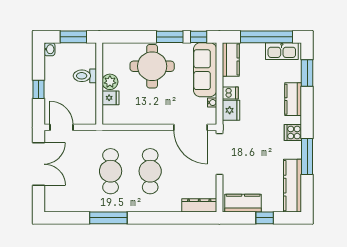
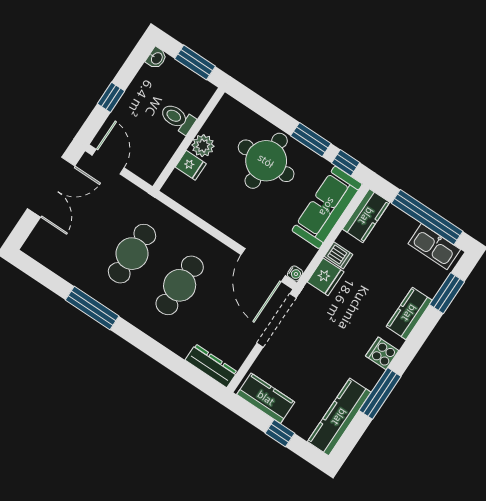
water cooler: (212, 103) -> (295, 273), moved

